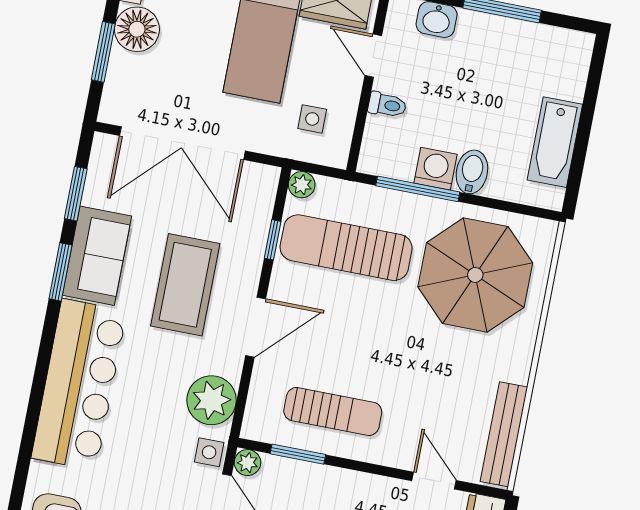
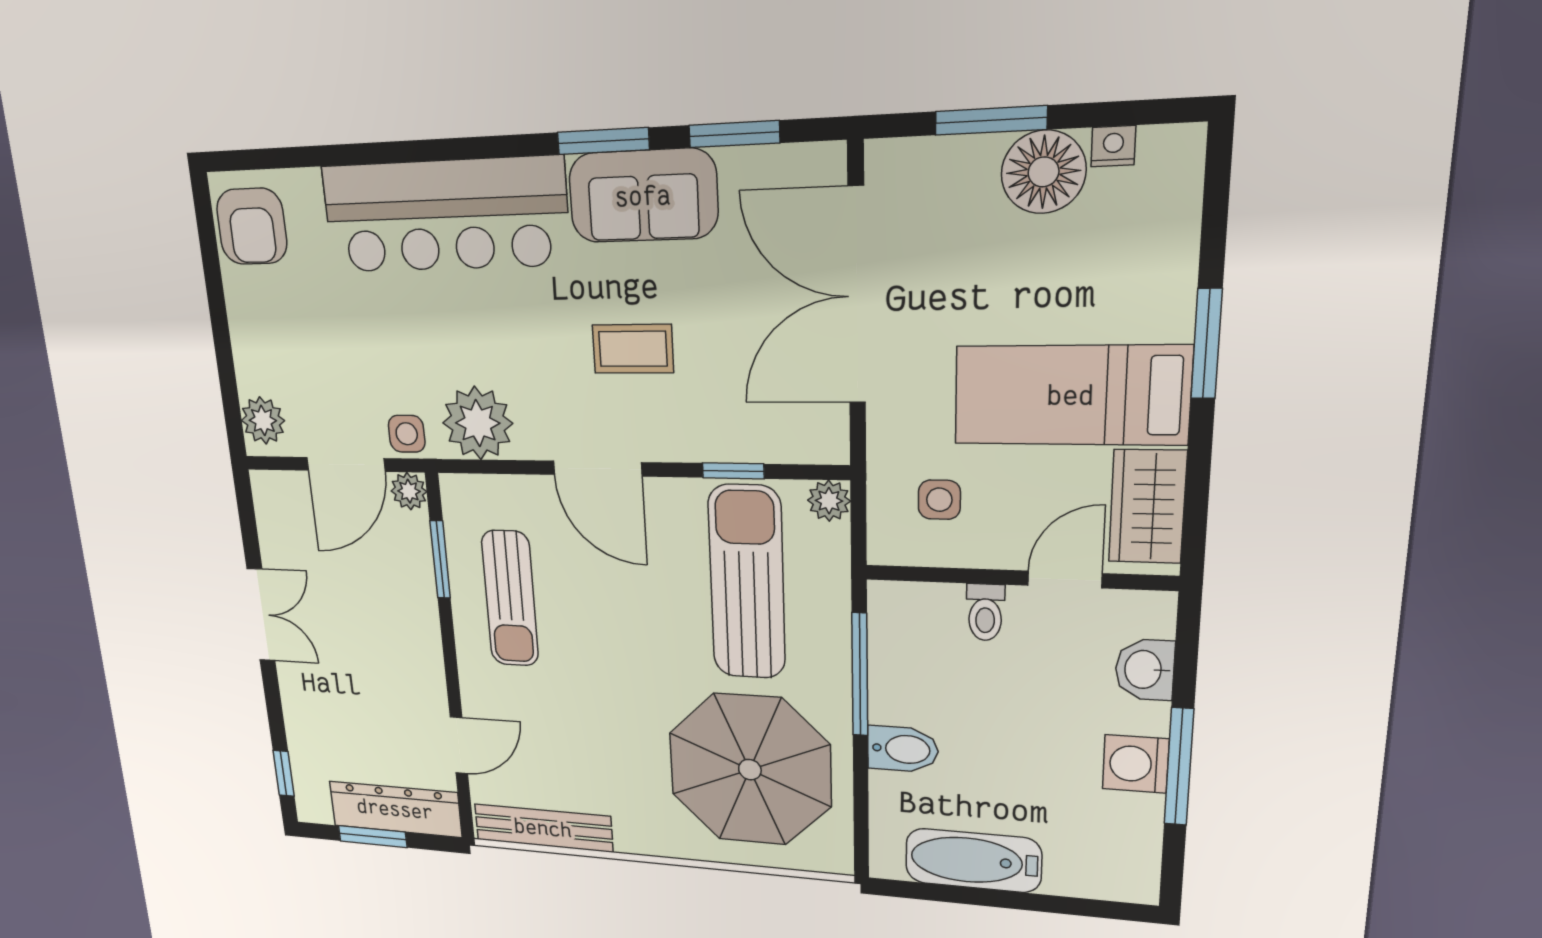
washing machine: (436, 169) -> (1136, 764), moved, turned 180
coffee table: (185, 285) -> (633, 349), width x0.54, depth x0.58

